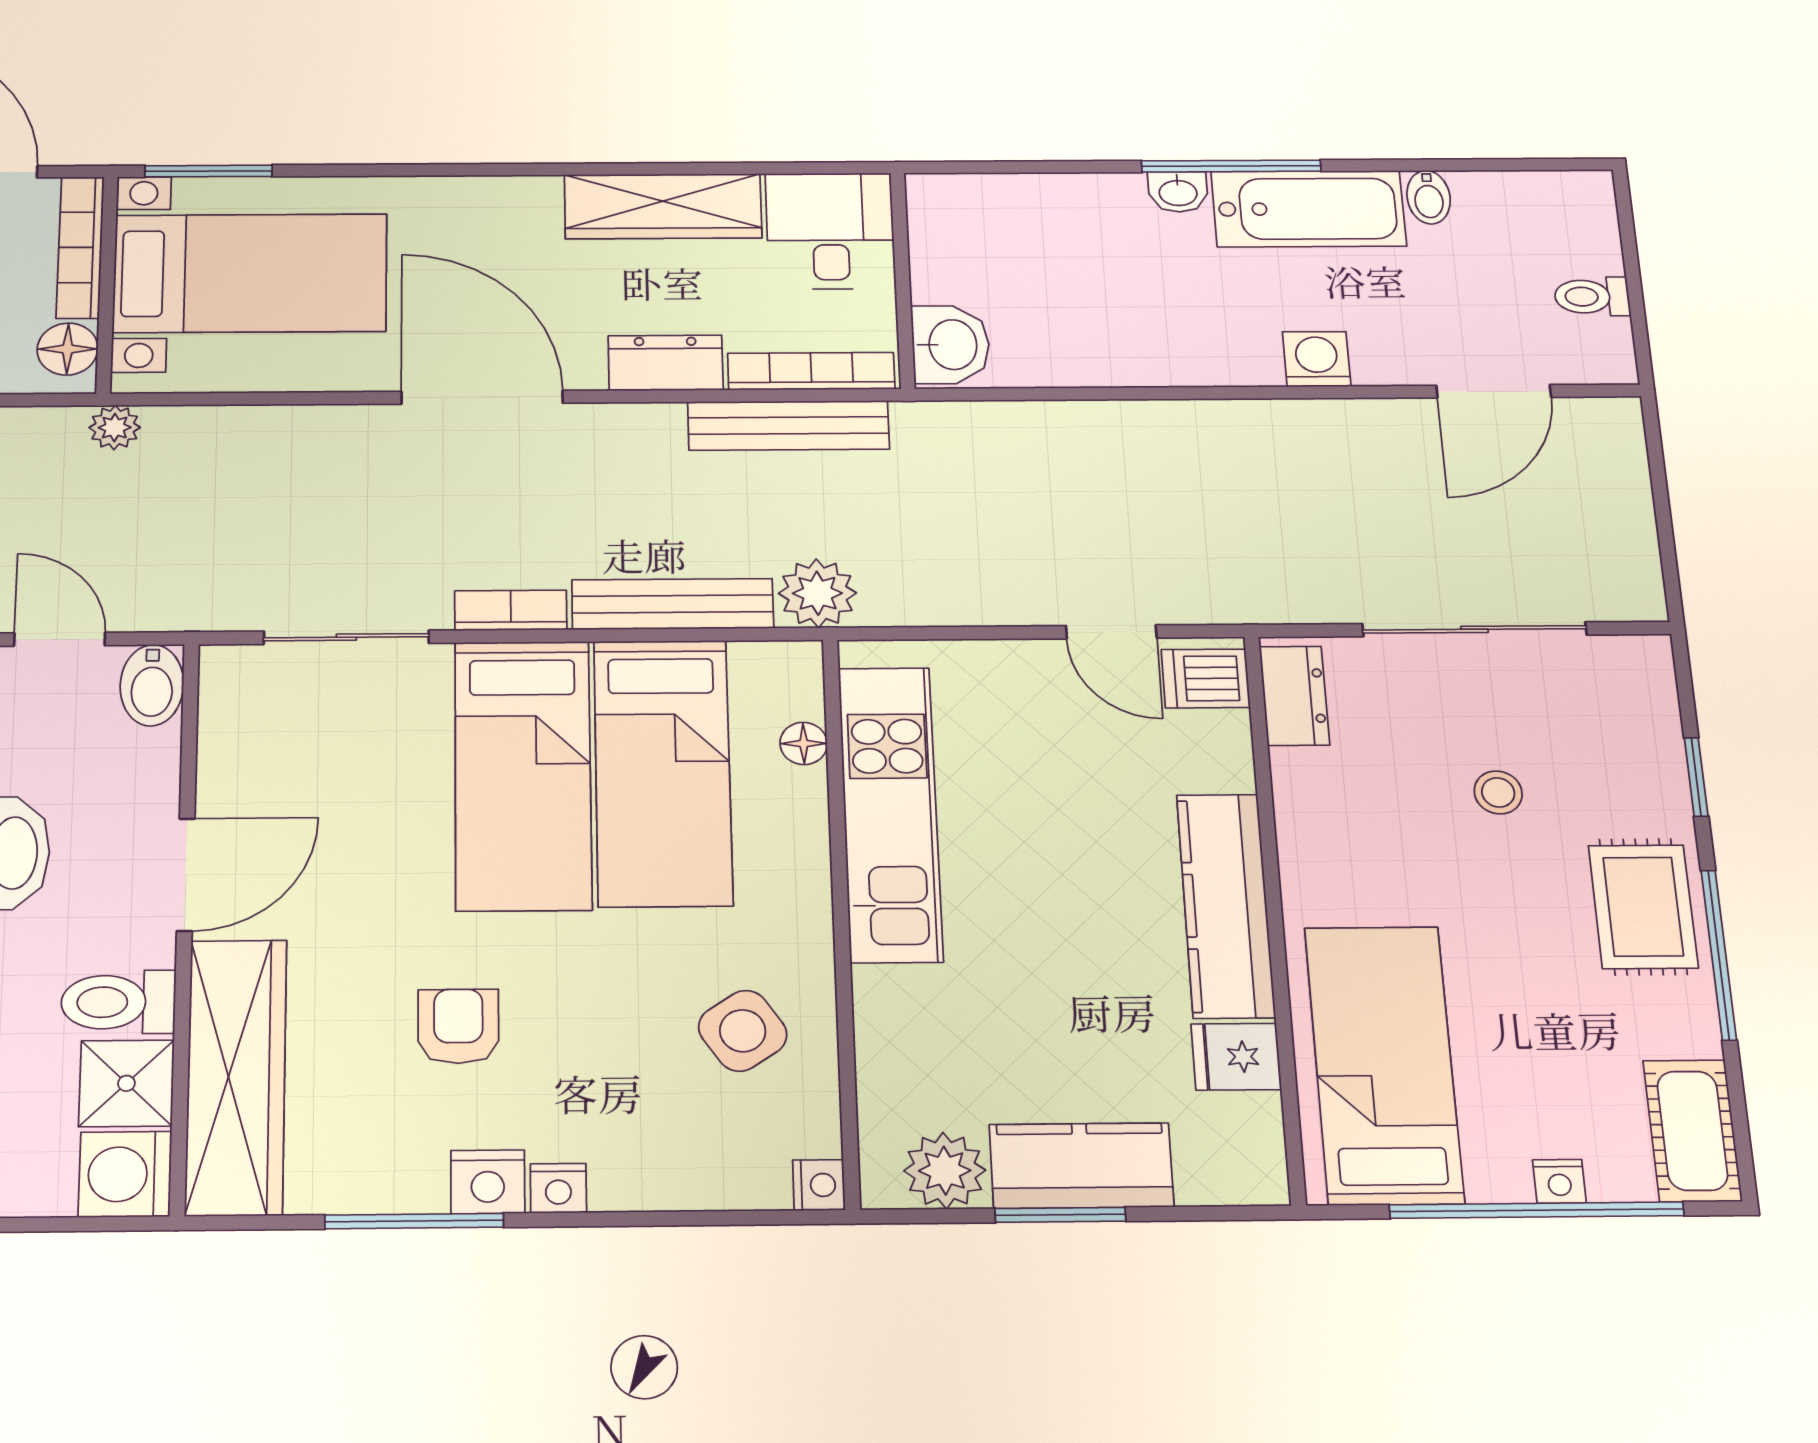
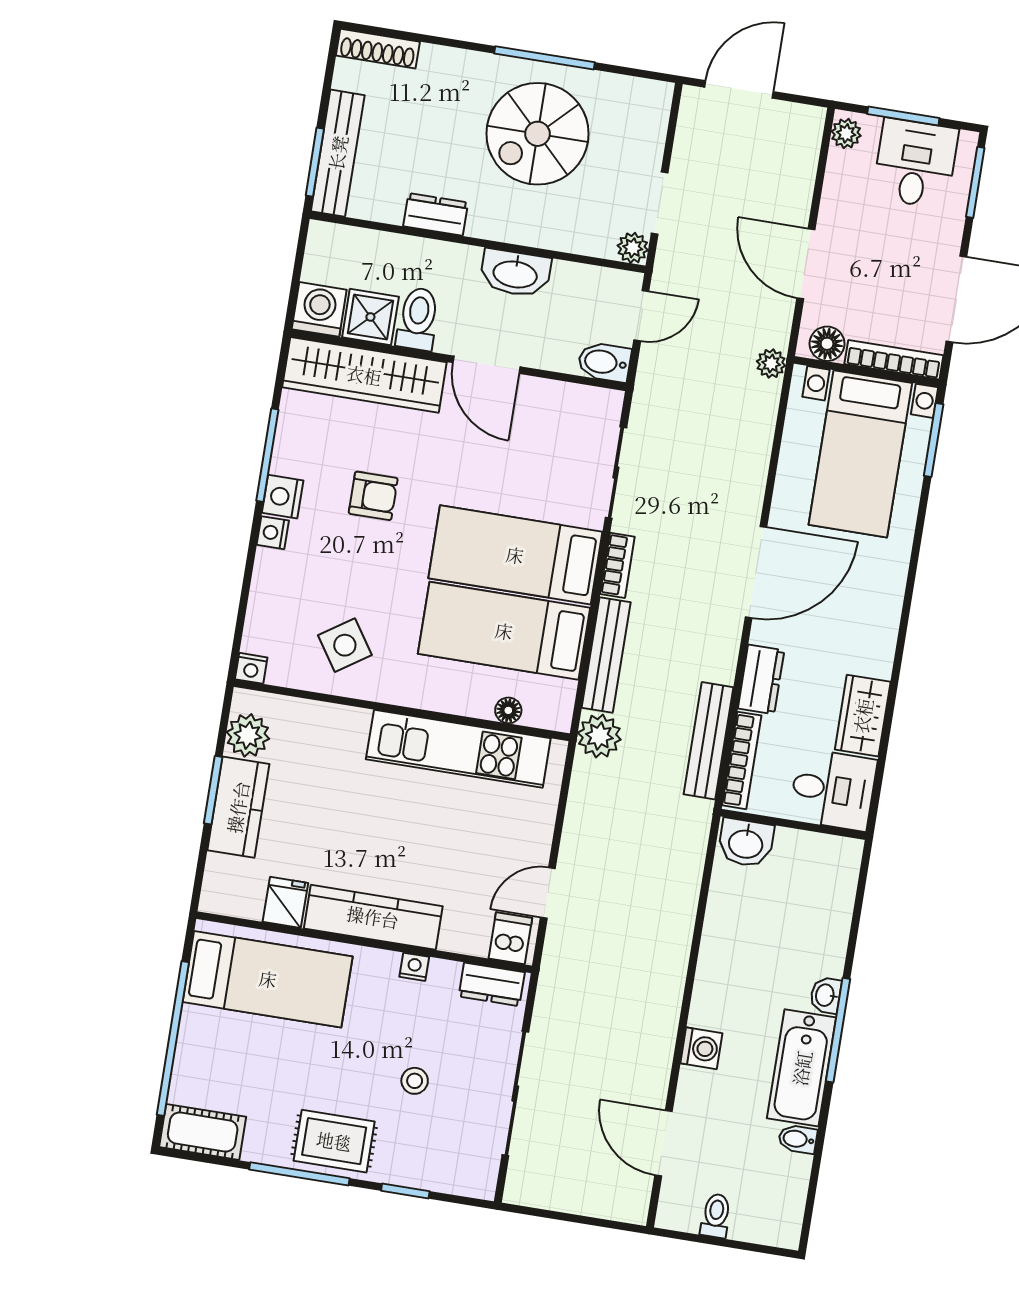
wardrobe: (663, 206) -> (863, 716), width x0.67
nightstand: (1559, 1181) -> (414, 967), moved, turned 90

